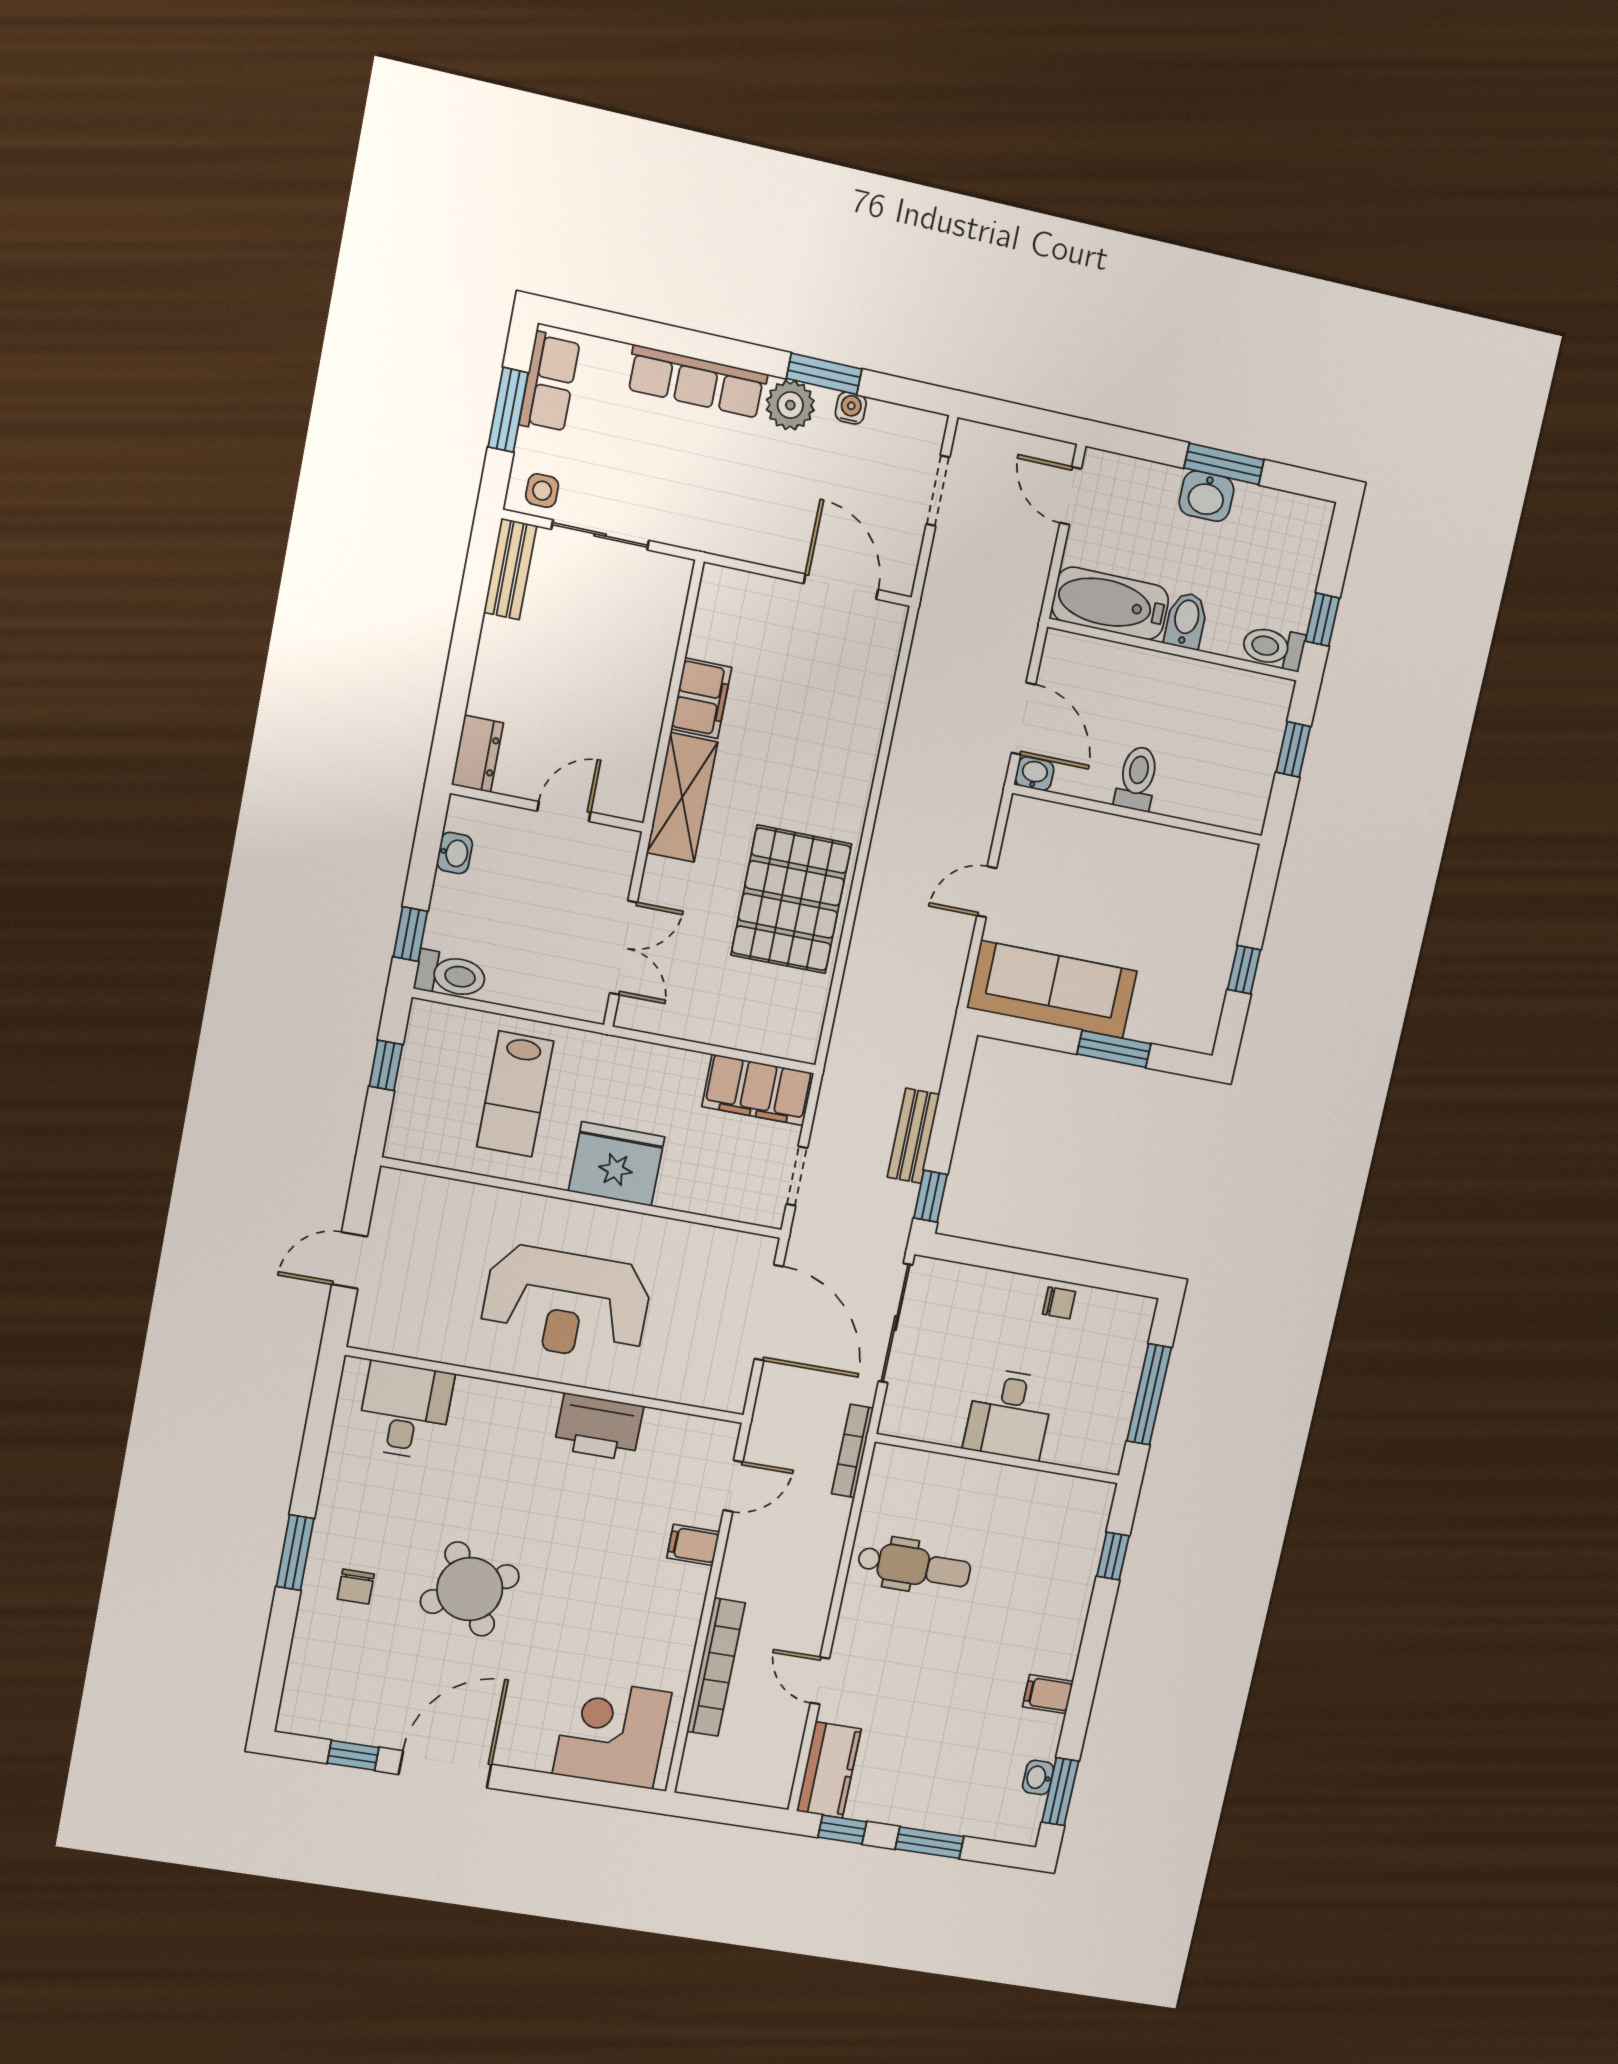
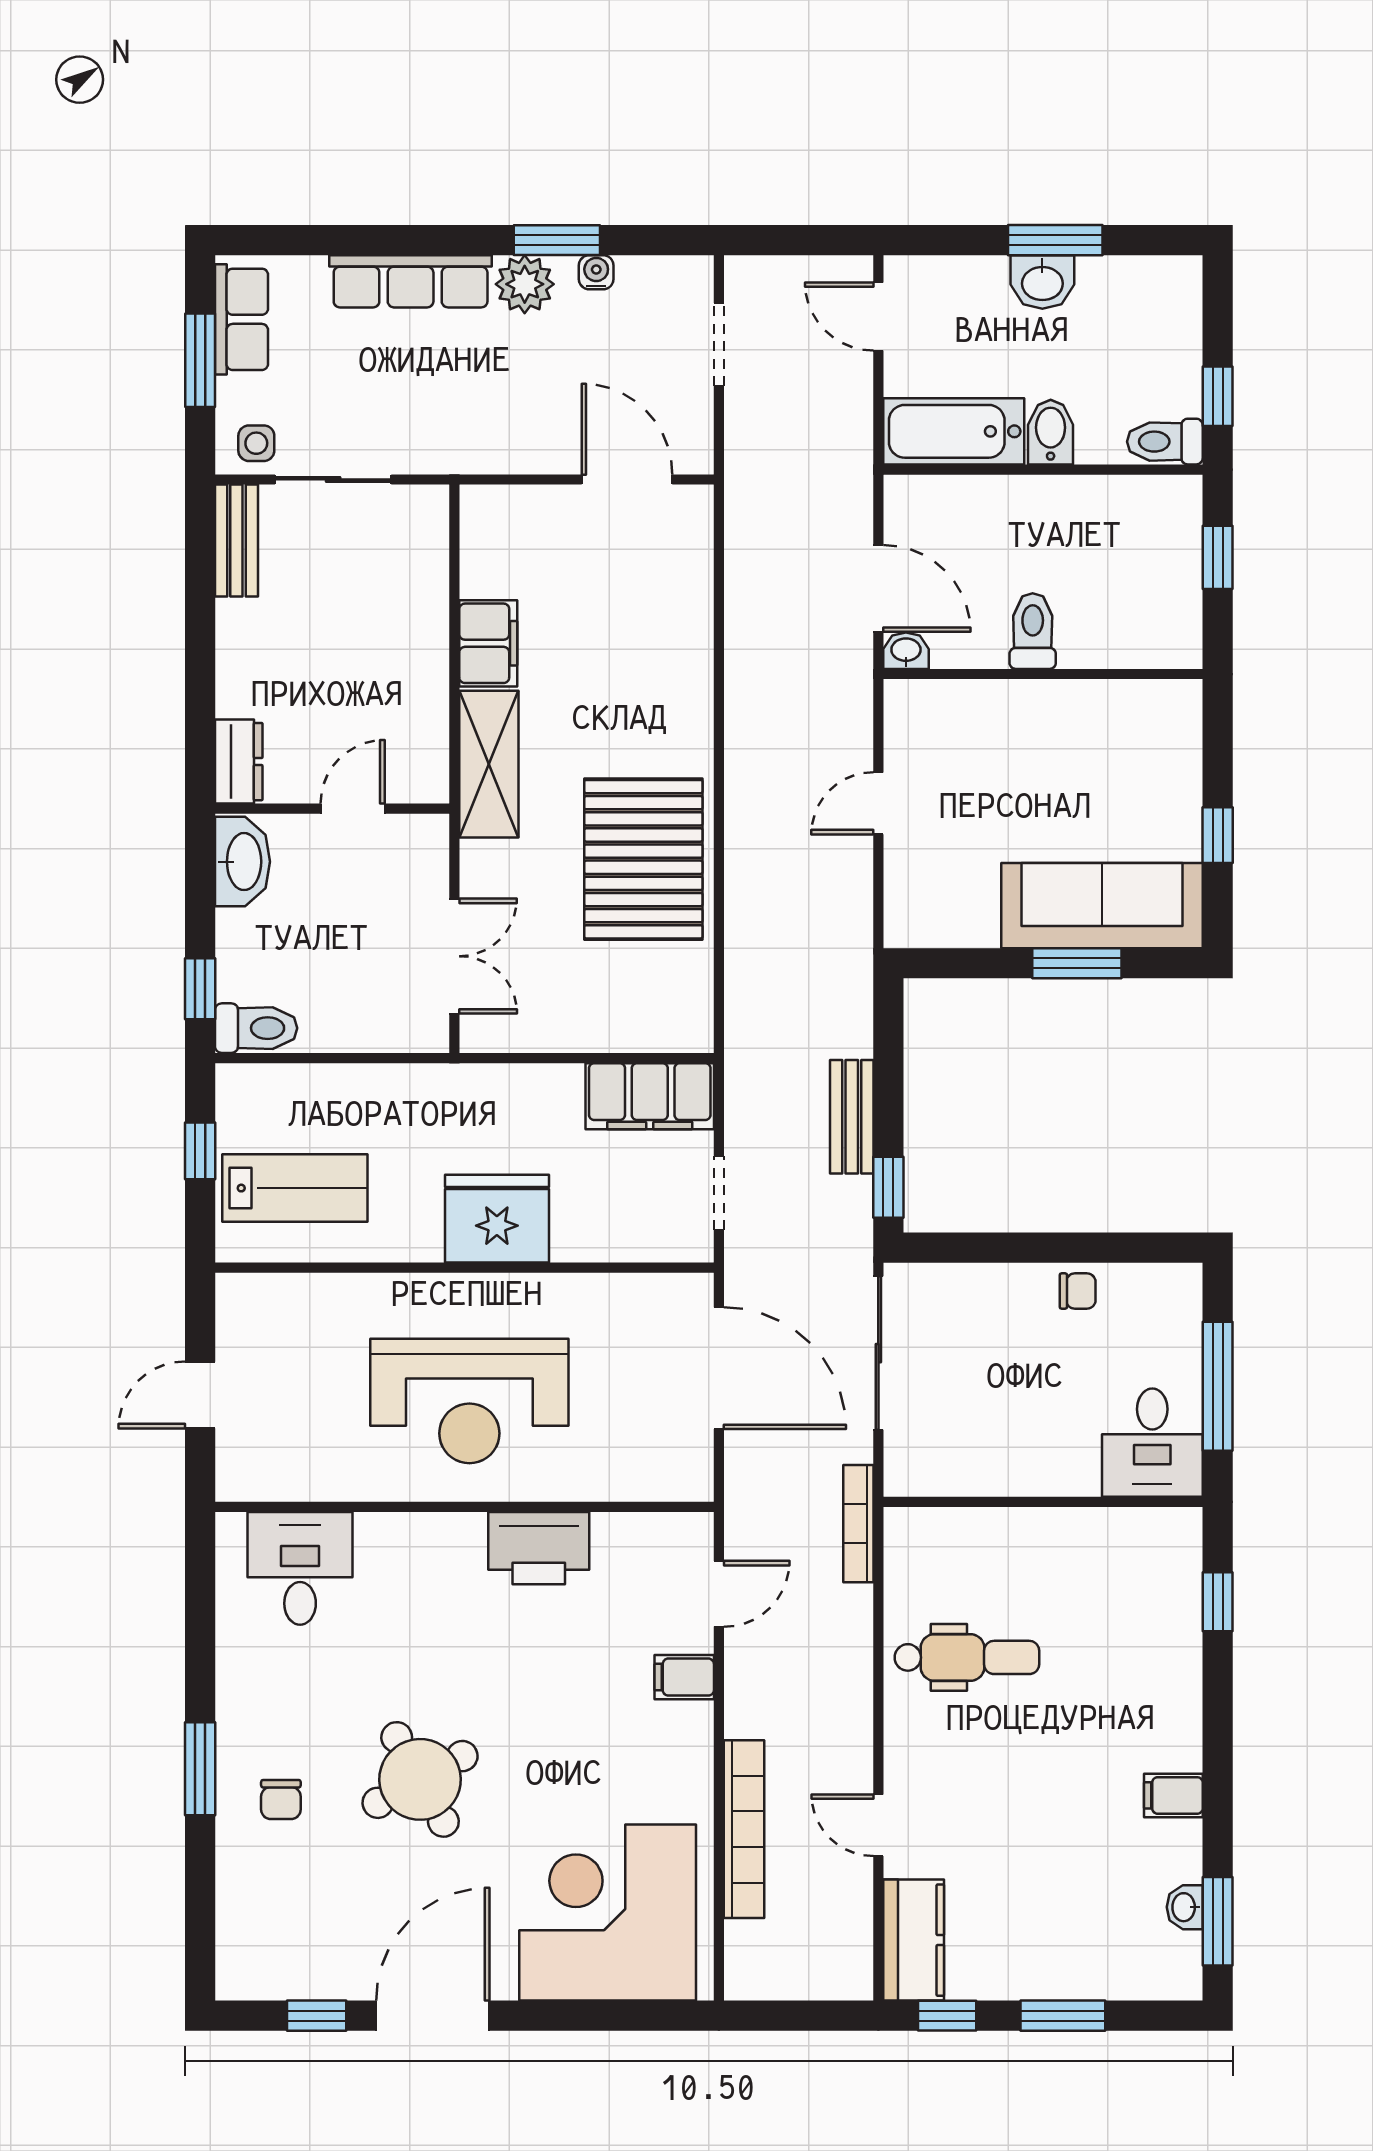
washbasin: (455, 853) -> (242, 862), width x1.91, depth x1.45
sofa: (1052, 989) -> (1102, 906), moved
lab bench: (515, 1094) -> (295, 1188), moved, turned -90
desk: (1009, 1414) -> (1152, 1443), moved
corner desk: (612, 1733) -> (608, 1913), width x1.36, depth x1.36

